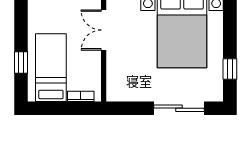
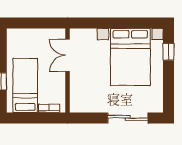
window: (230, 69) -> (169, 52), moved

